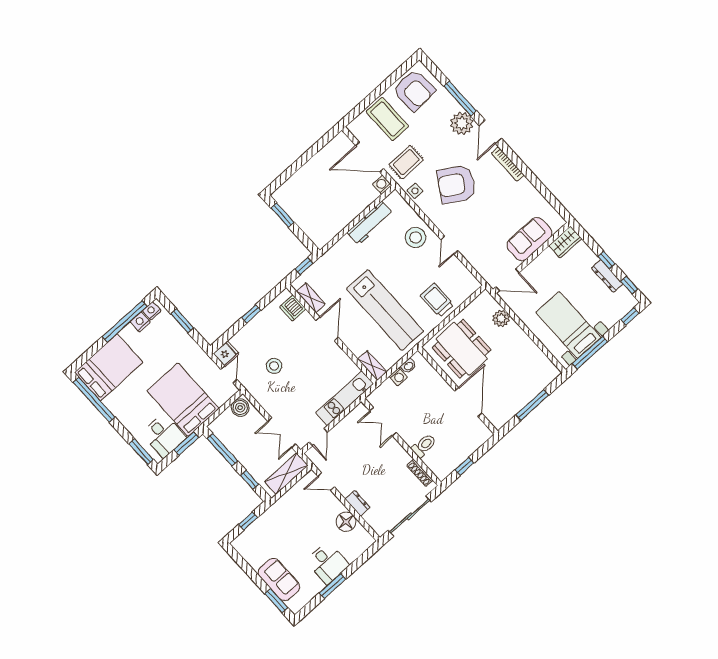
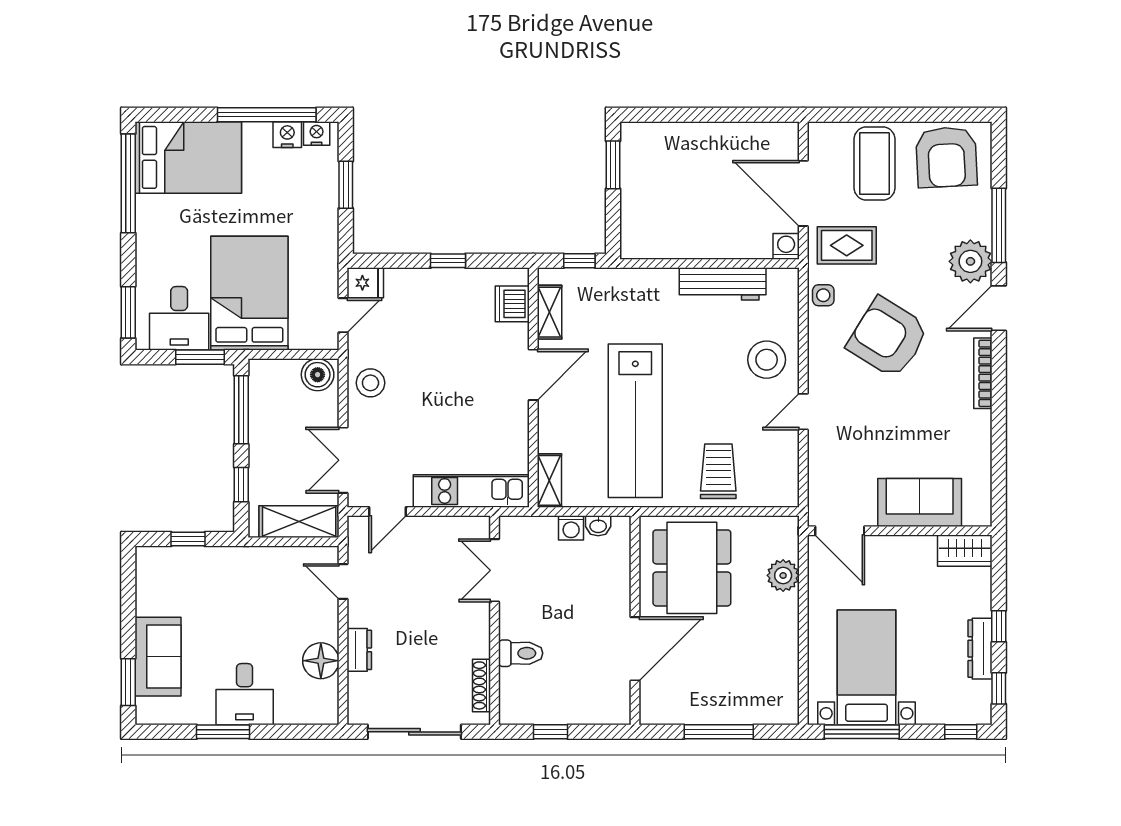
stool: (274, 366) -> (370, 383), moved

